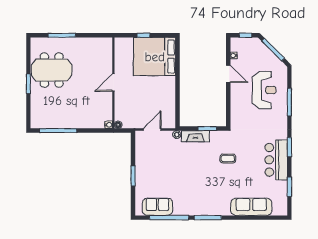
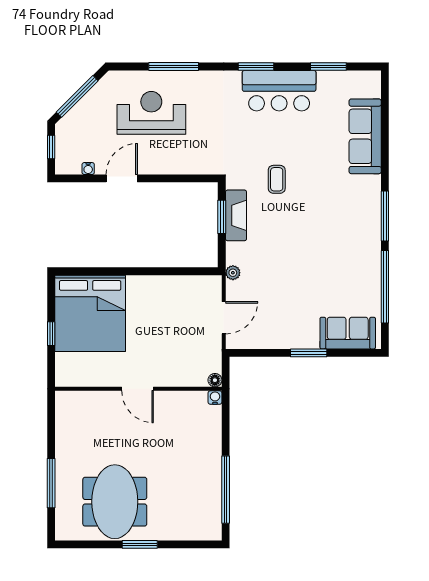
door: (152, 130) -> (224, 318), swing flipped
fireplace: (195, 136) -> (236, 215), moved
sofa: (157, 207) -> (348, 333), moved, turned 90

